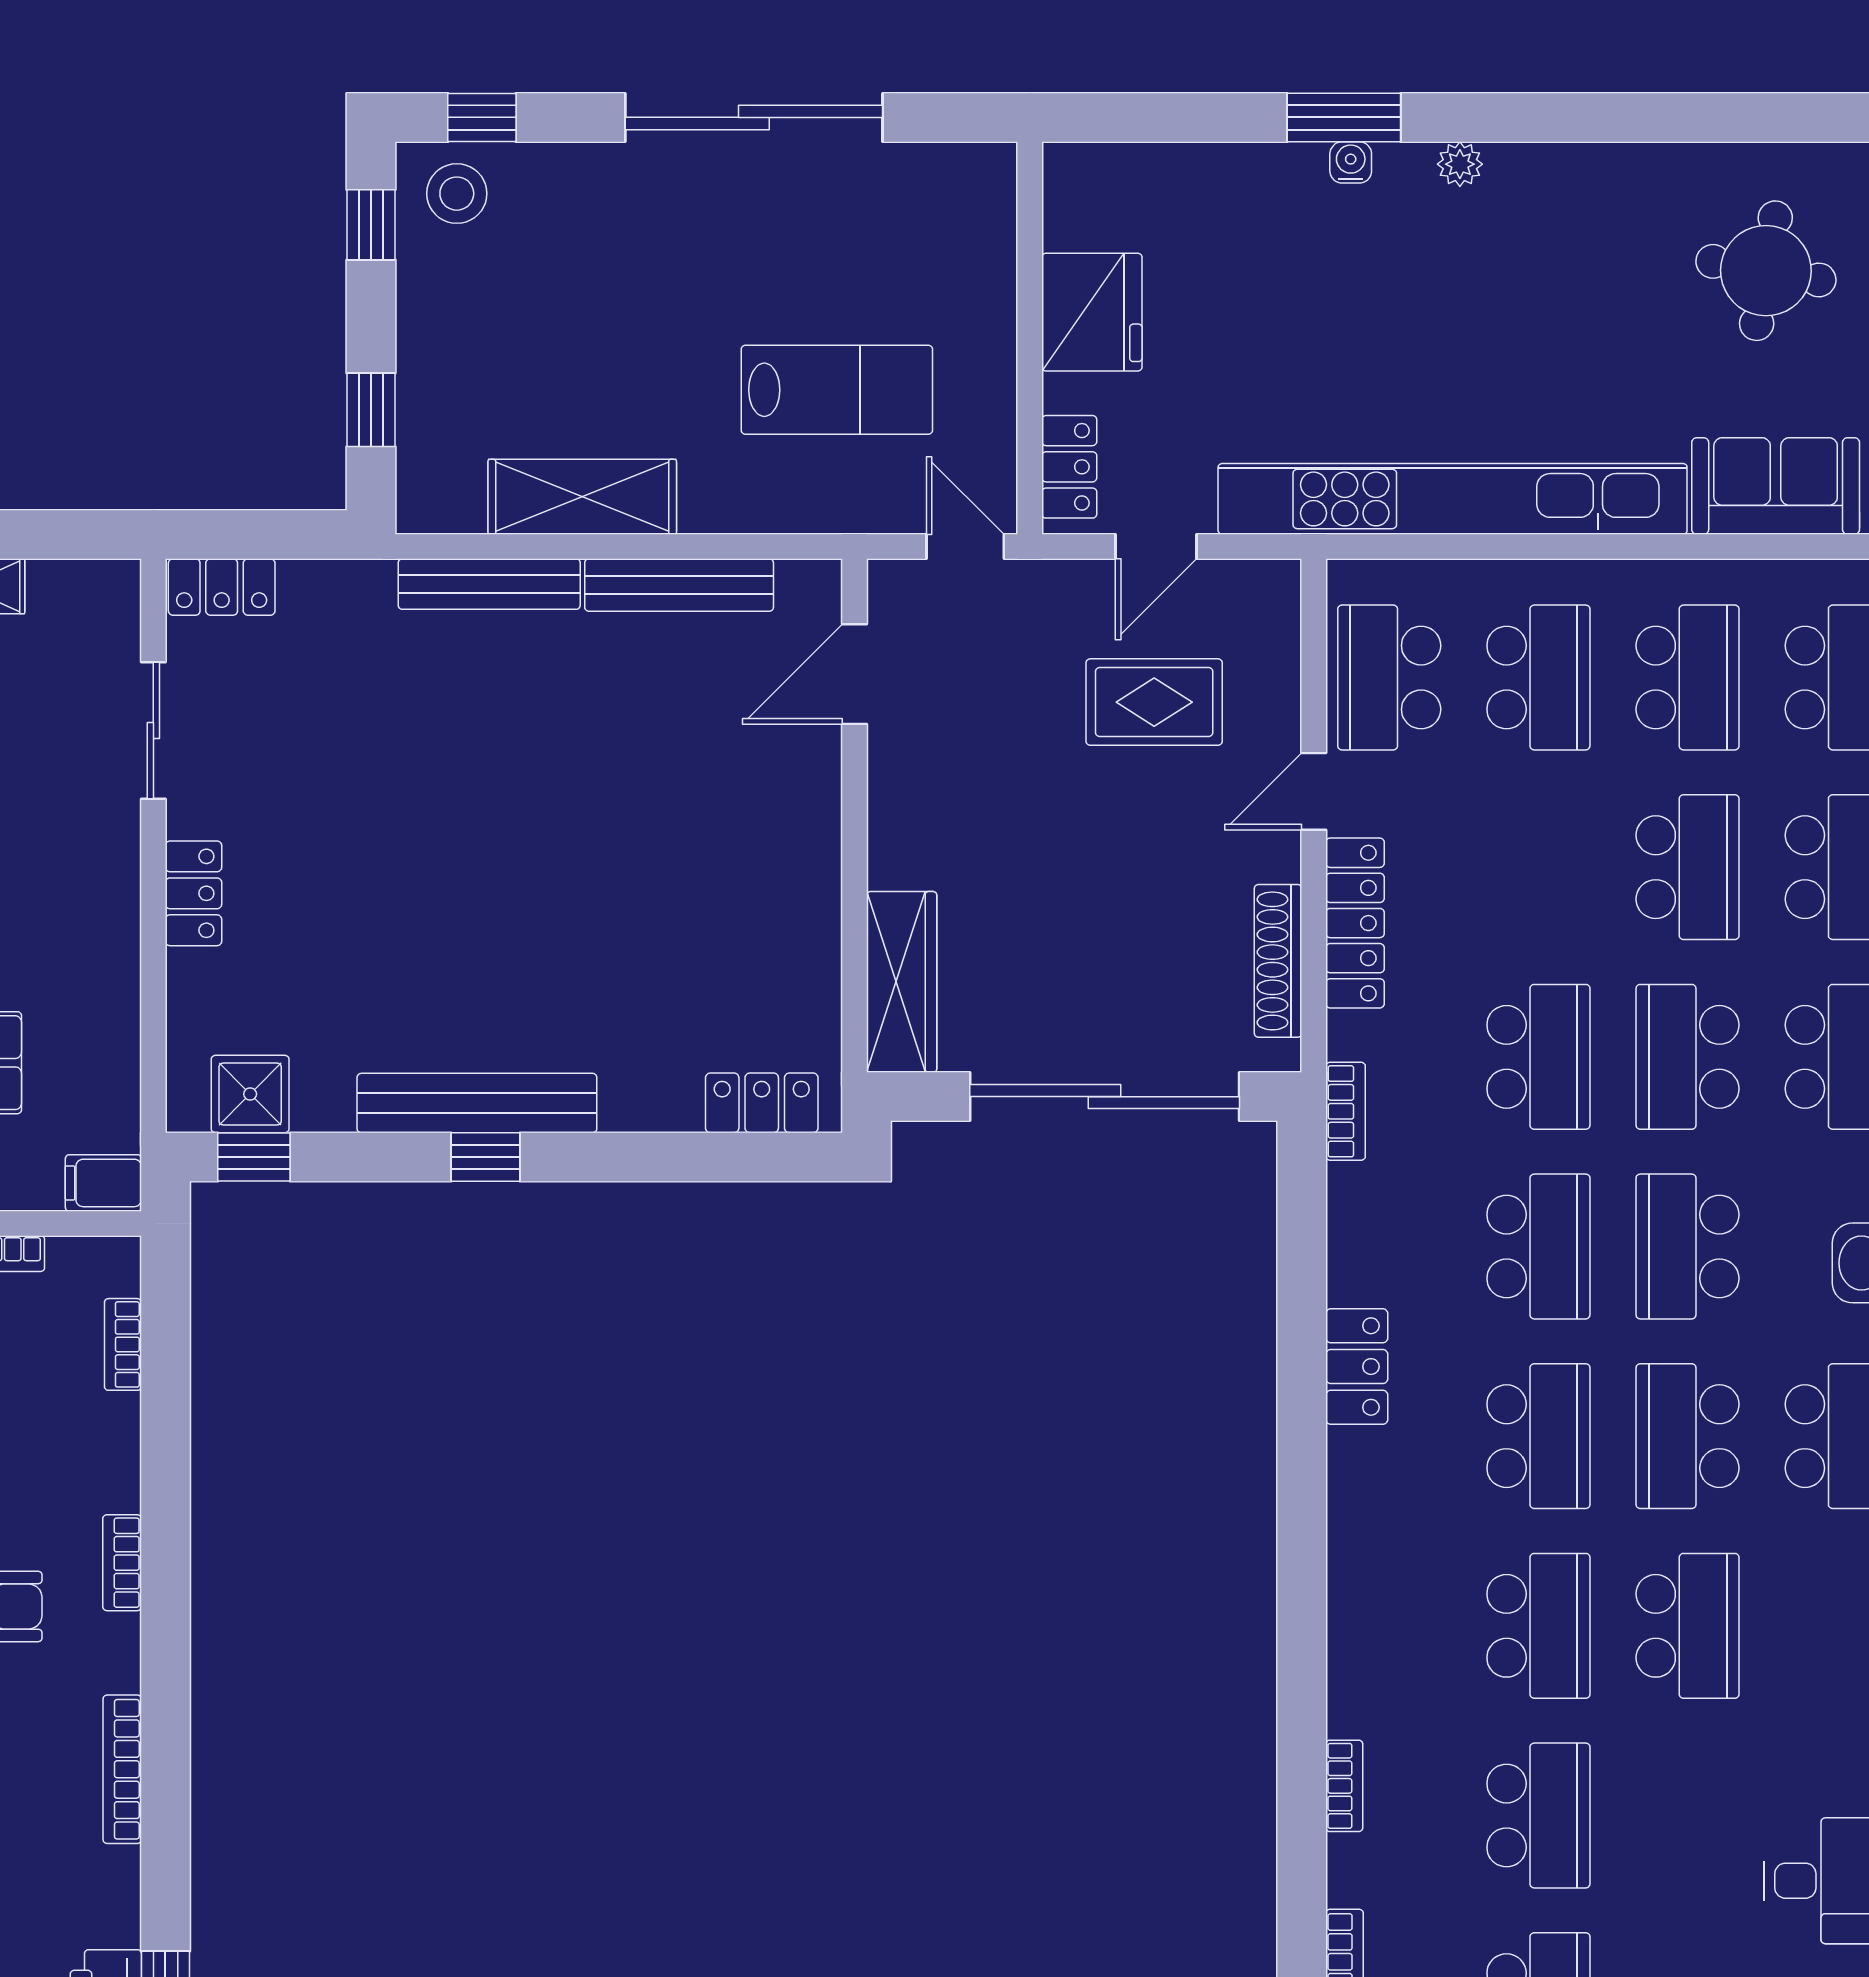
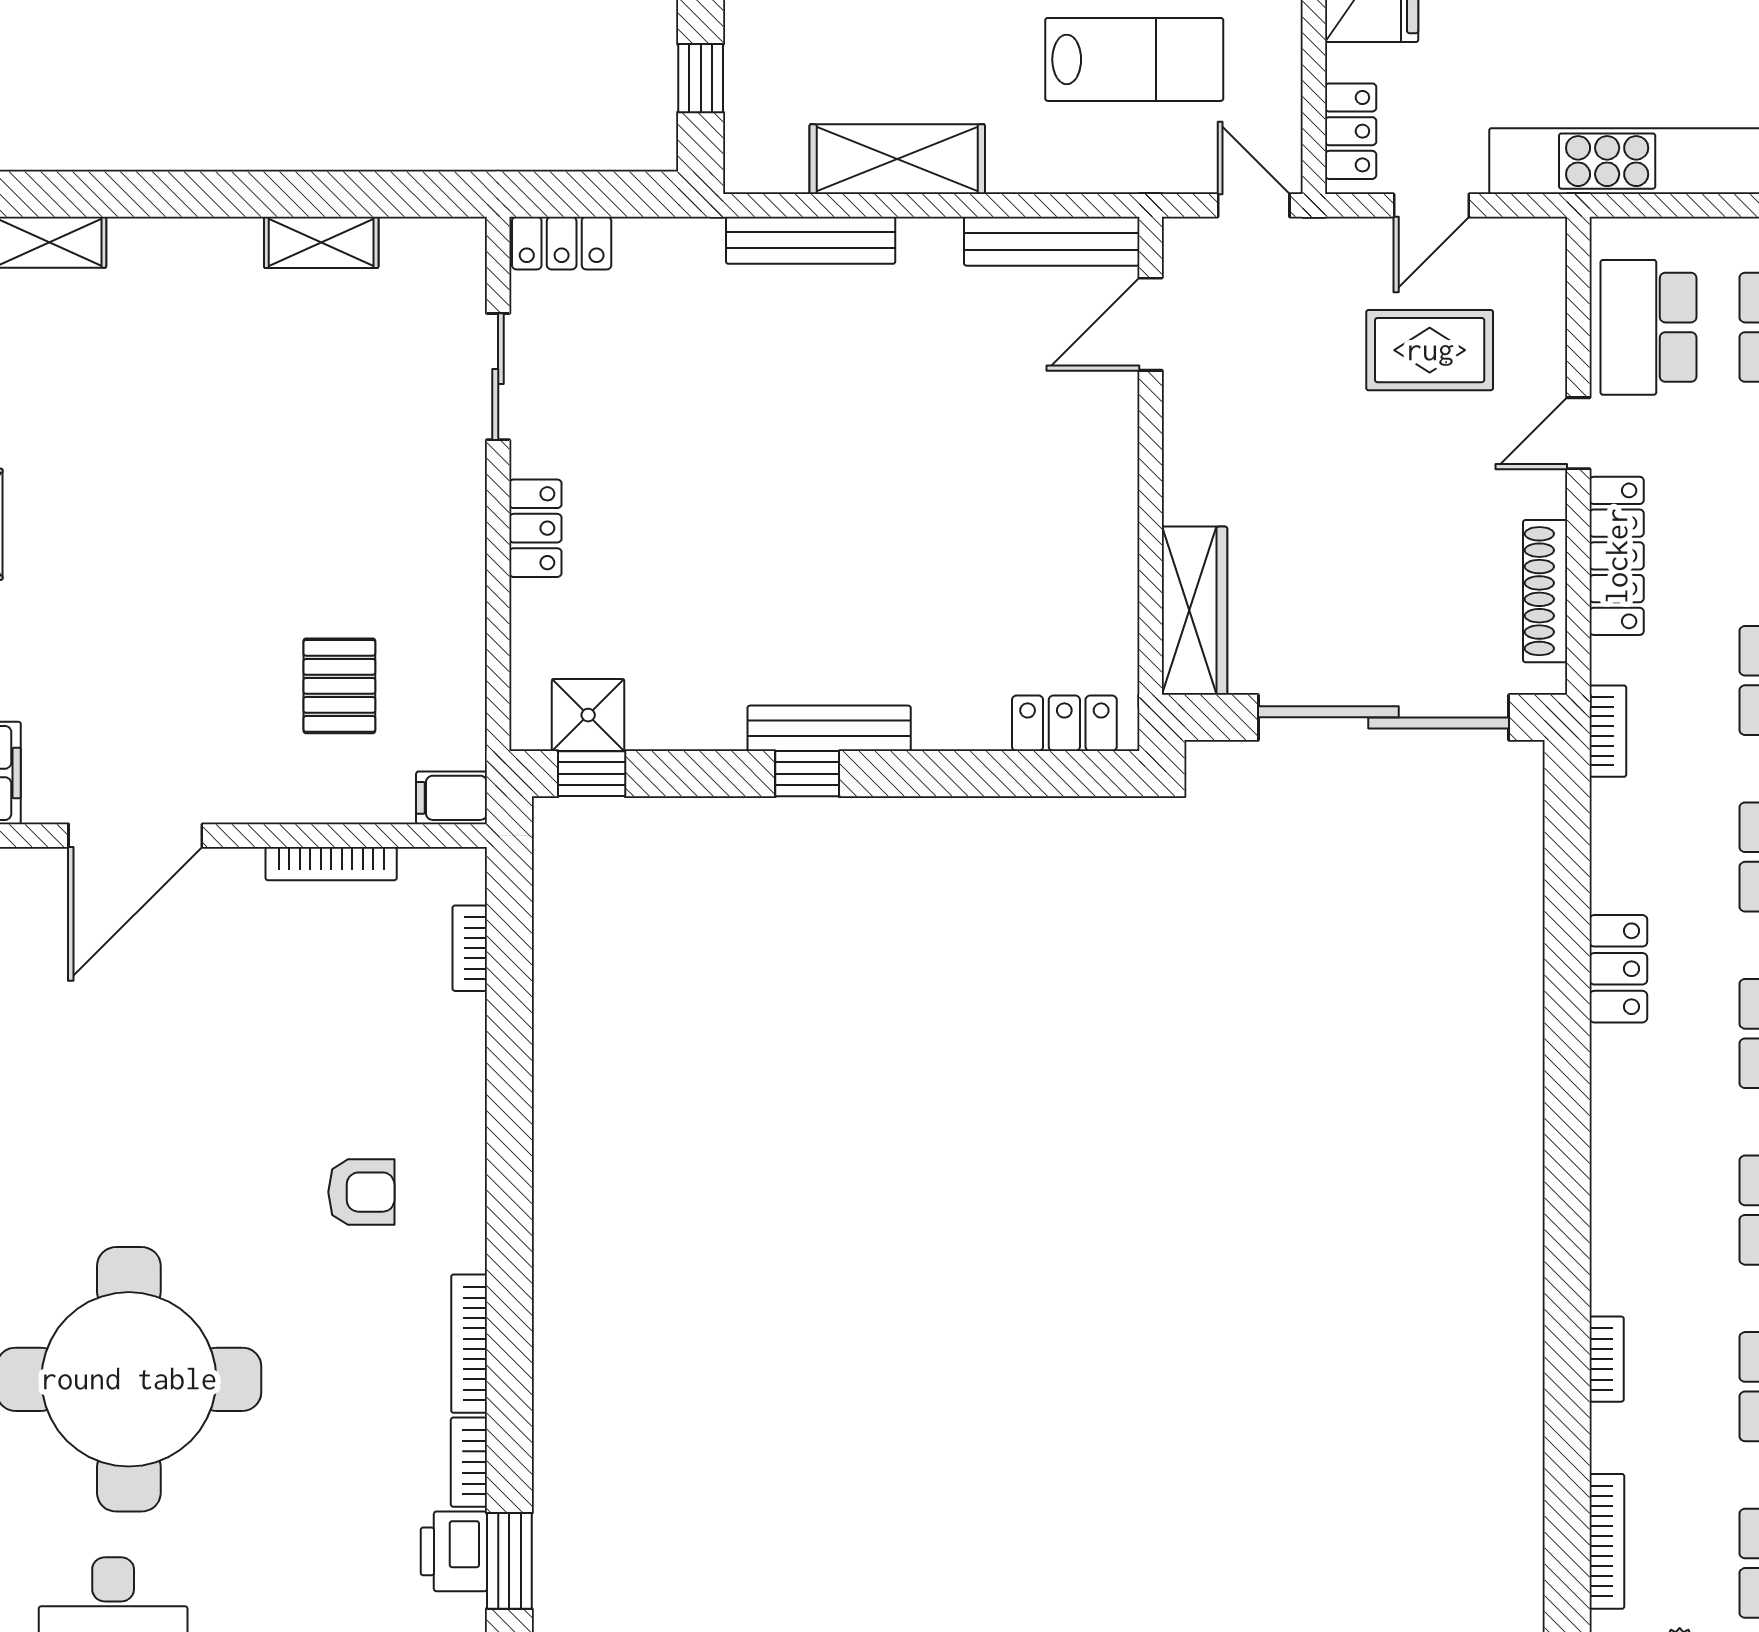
bench: (679, 585) -> (1052, 241), moved
bench: (477, 1103) -> (829, 728), width x0.73, depth x0.82
bookcase: (122, 1563) -> (469, 1462), moved

